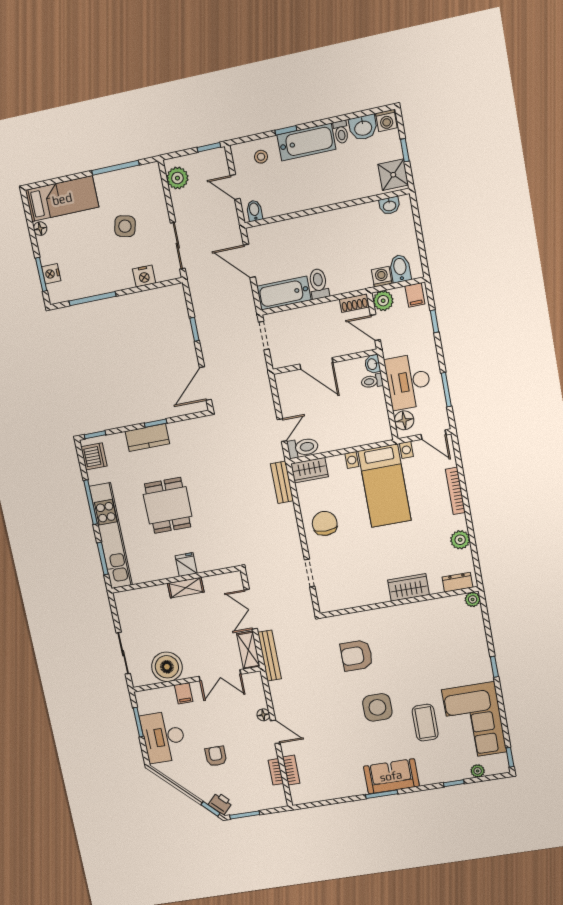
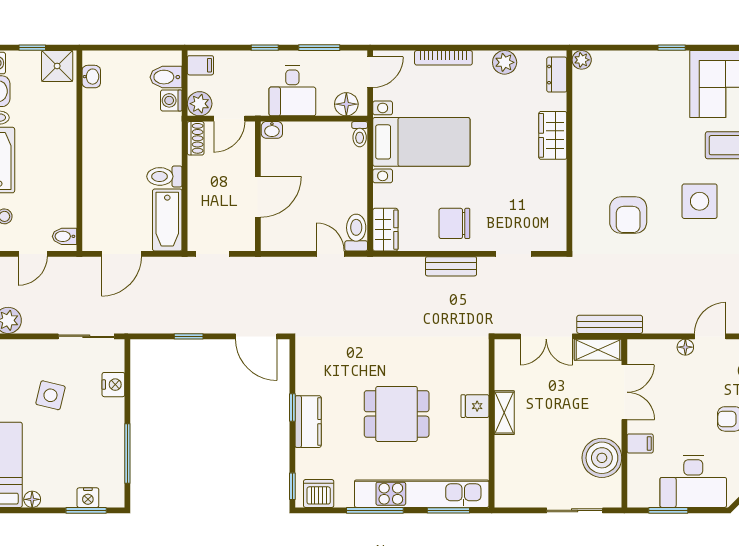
window: (434, 321) -> (265, 48), moved
toilet: (372, 381) -> (360, 134), moved
desk: (408, 382) -> (292, 91), width x0.73
bench: (282, 482) -> (451, 266), moved

